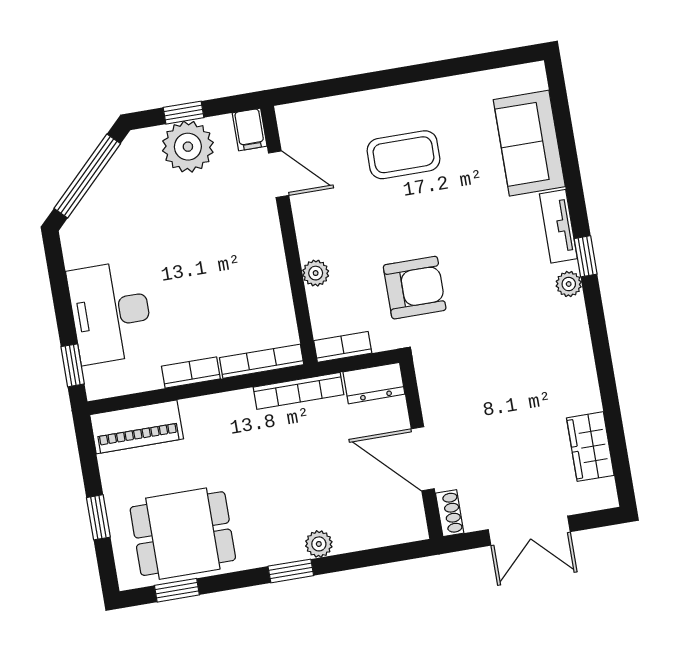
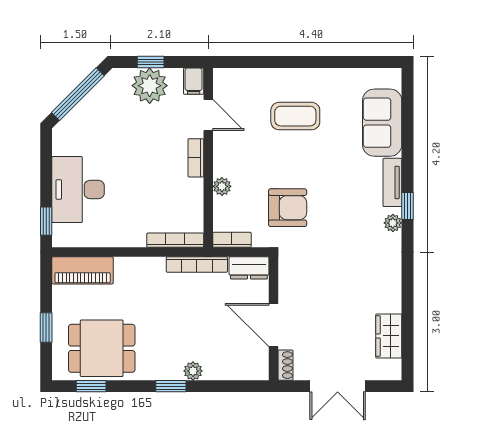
bookcase: (191, 373) -> (196, 158), moved, turned -90

